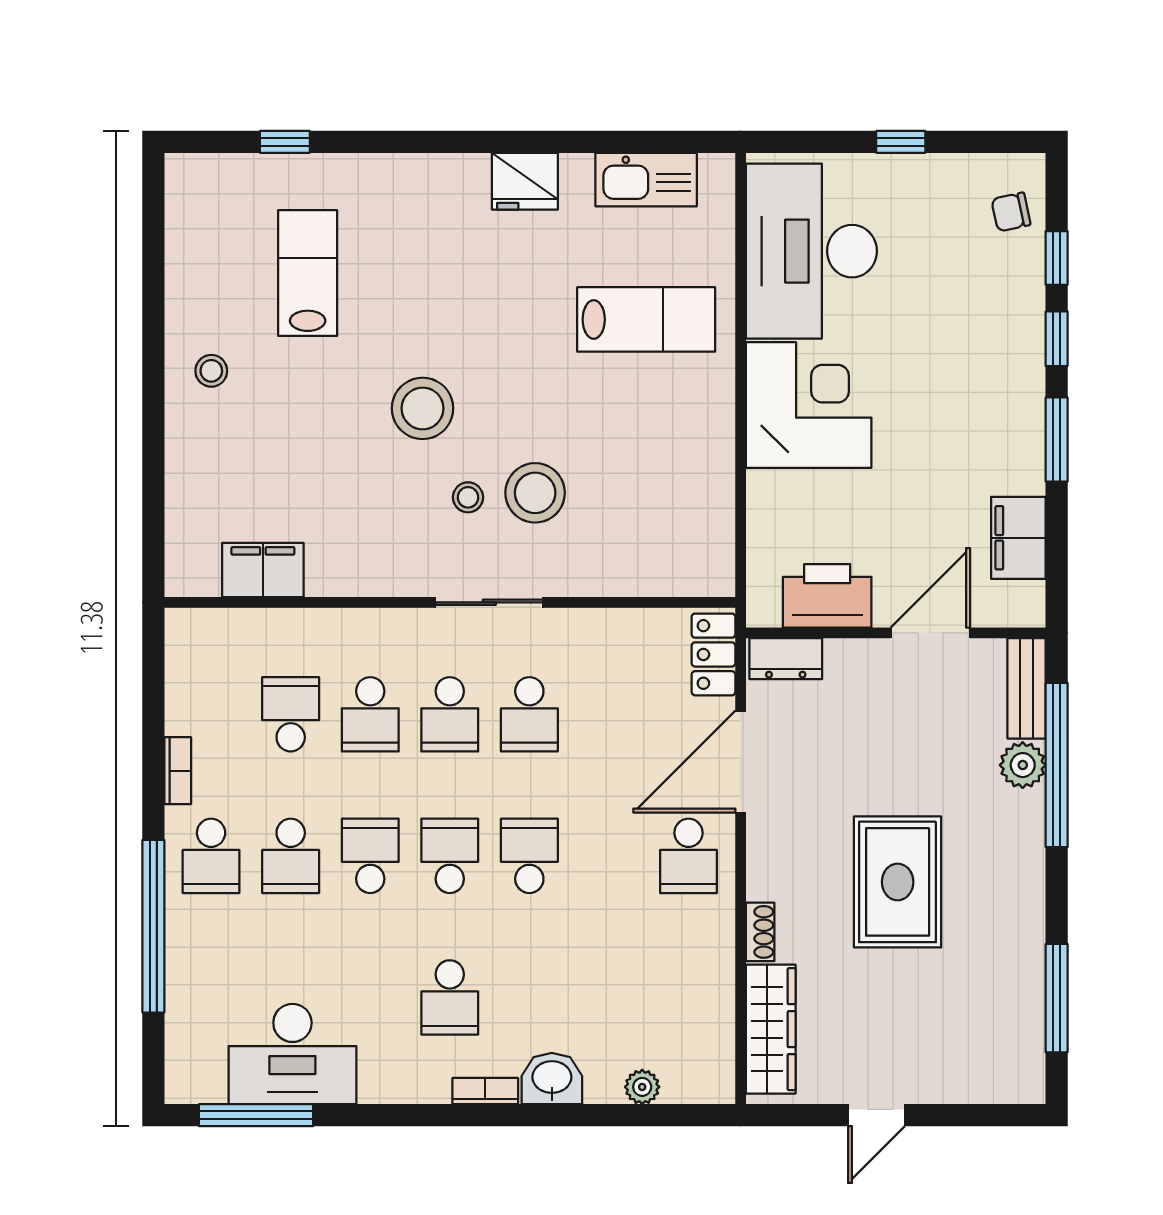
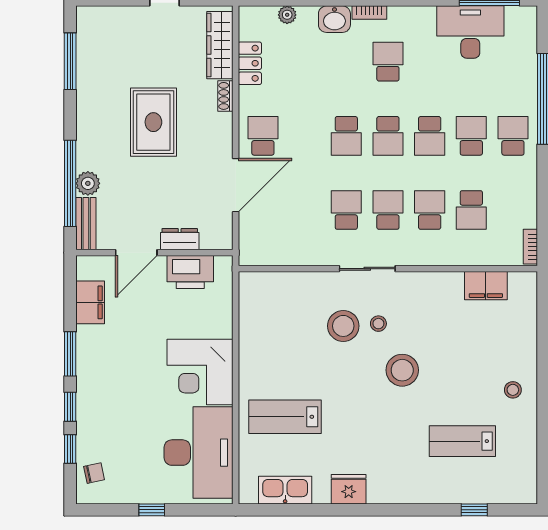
lab bench: (308, 273) -> (462, 441), turned 90
locker: (713, 654) -> (250, 63), moved
dresser: (786, 659) -> (180, 239), moved
bookcase: (178, 771) -> (530, 247), moved

